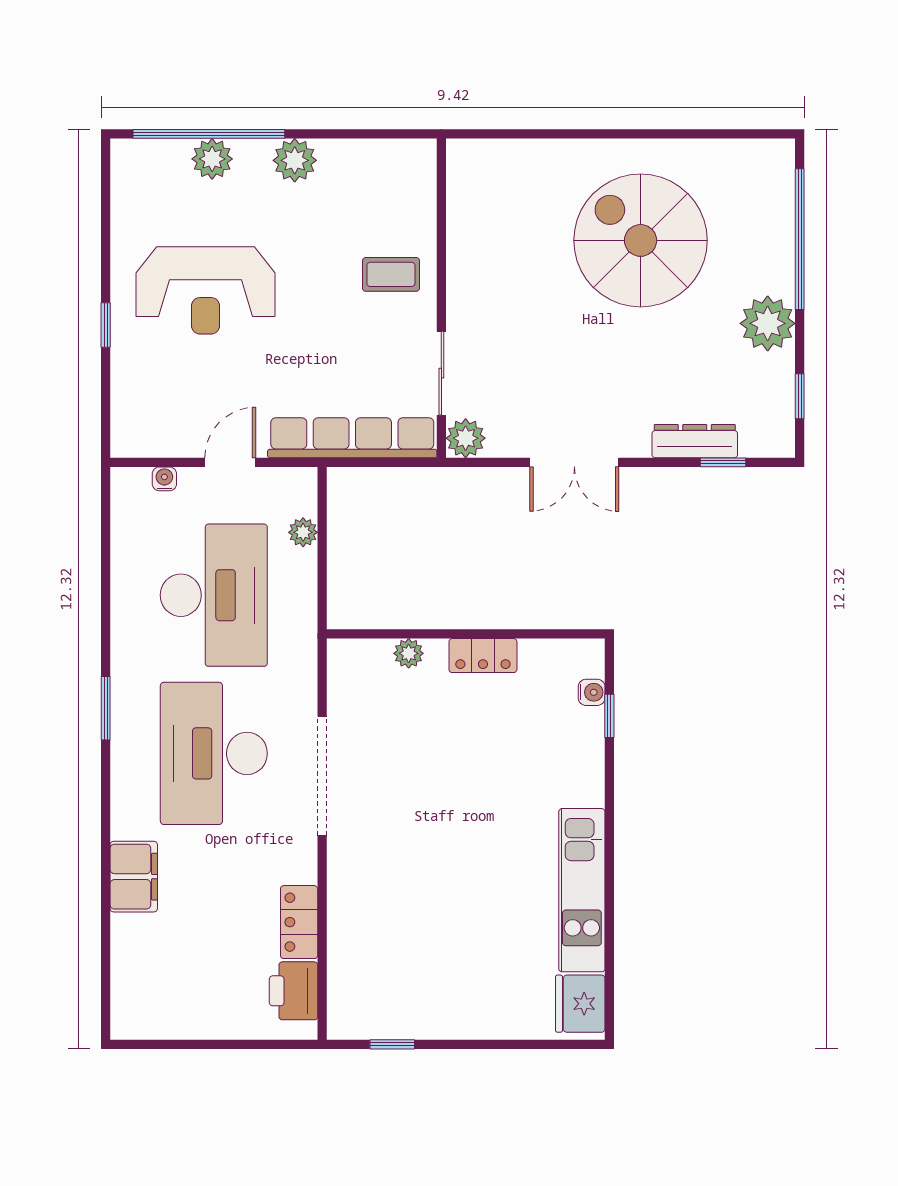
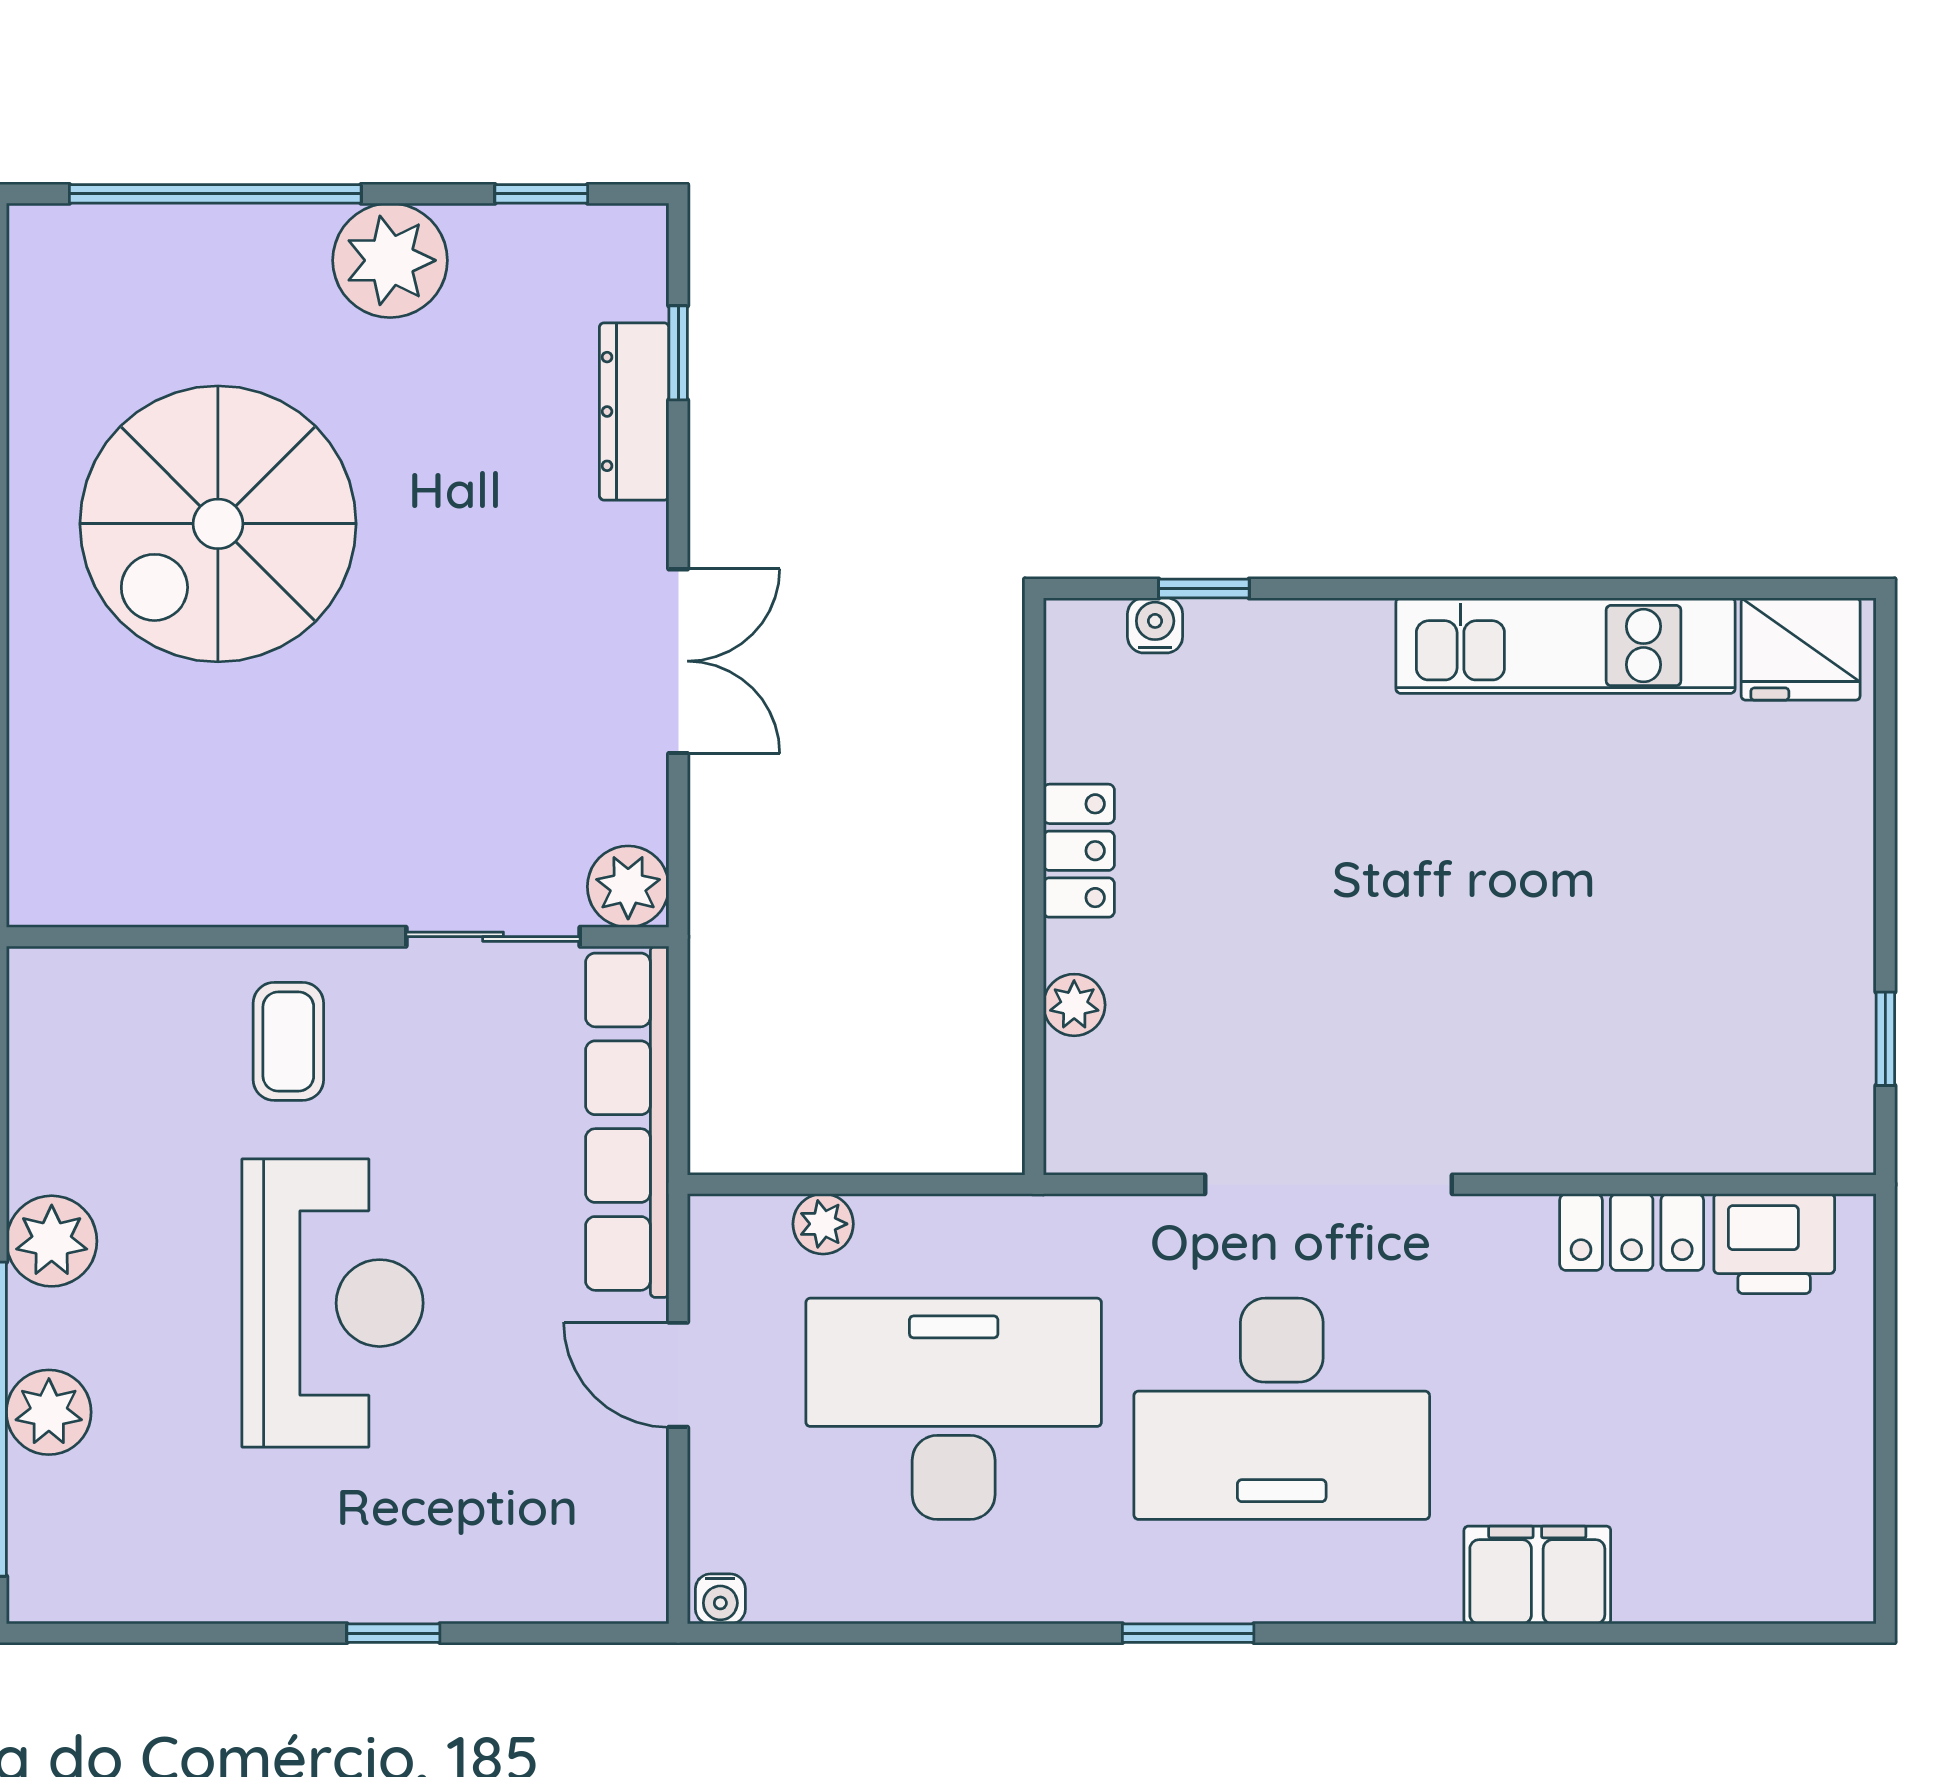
reception desk: (205, 290) -> (333, 1303), moved
water cooler: (164, 479) -> (720, 1599), moved, turned -90

